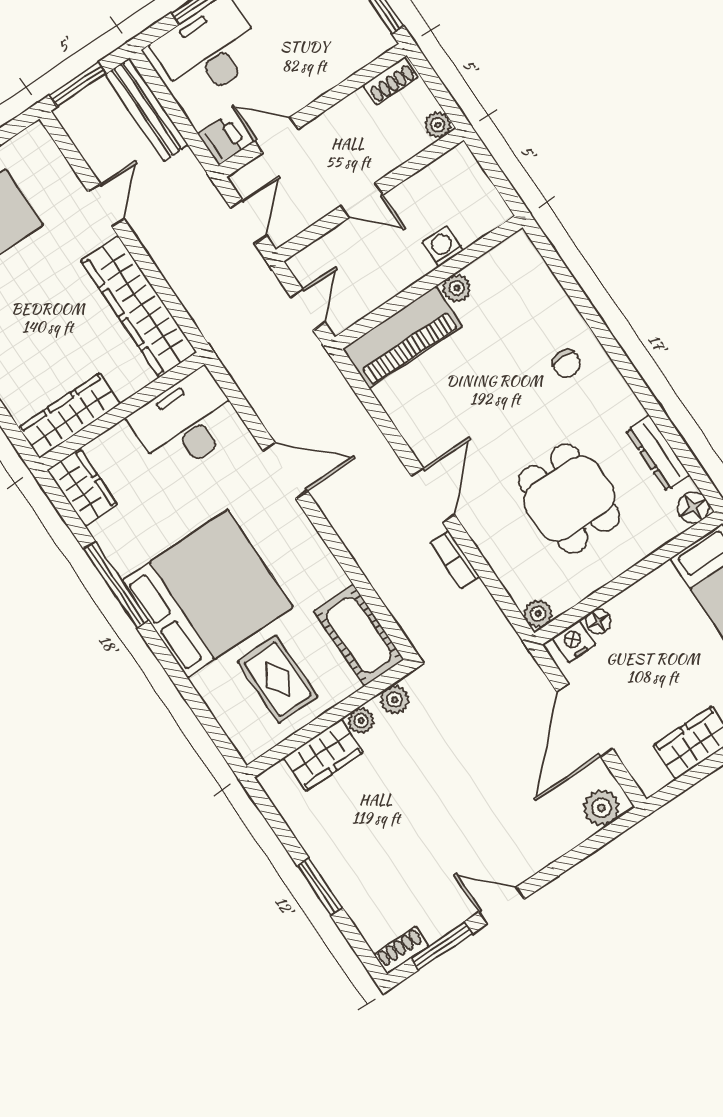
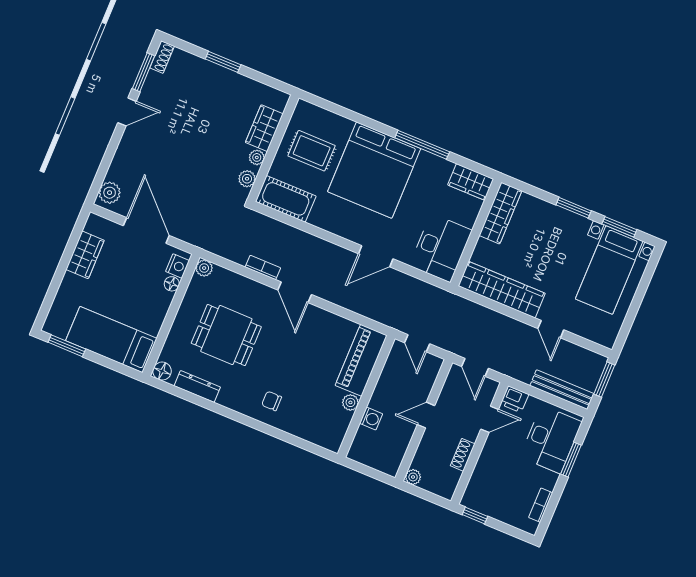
shoe rack: (390, 81) -> (463, 455), moved

